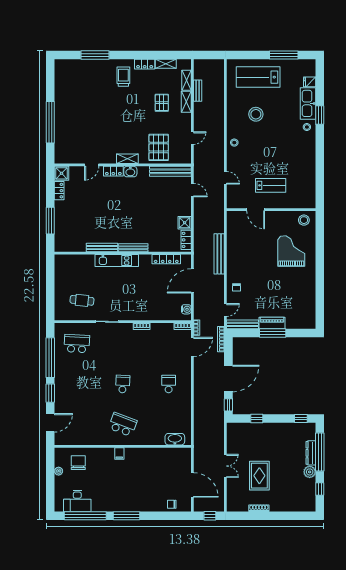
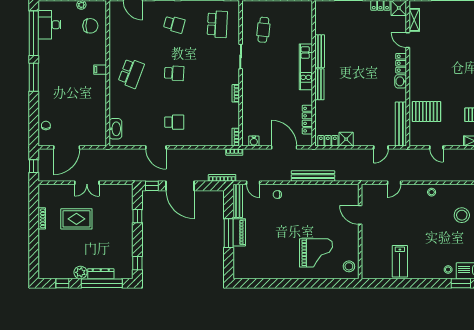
shelving: (127, 159) -> (414, 20), moved
lab bench: (271, 185) -> (400, 261), moved
door: (256, 210) -> (360, 215), hinge flipped
door: (192, 347) -> (156, 147), moved
school desk: (77, 384) -> (174, 24), added

